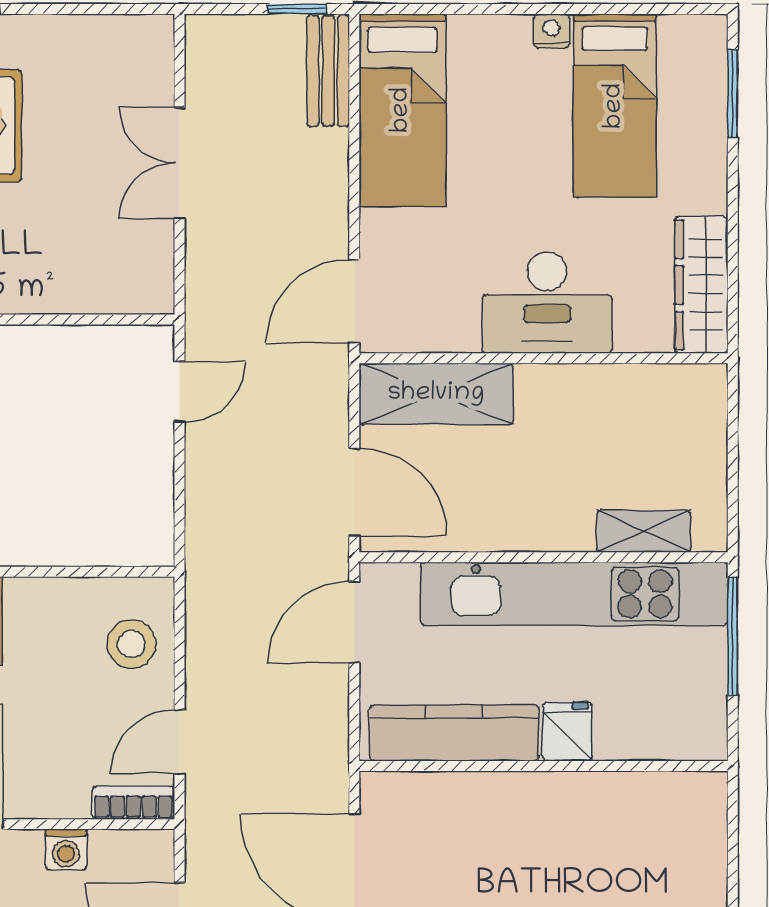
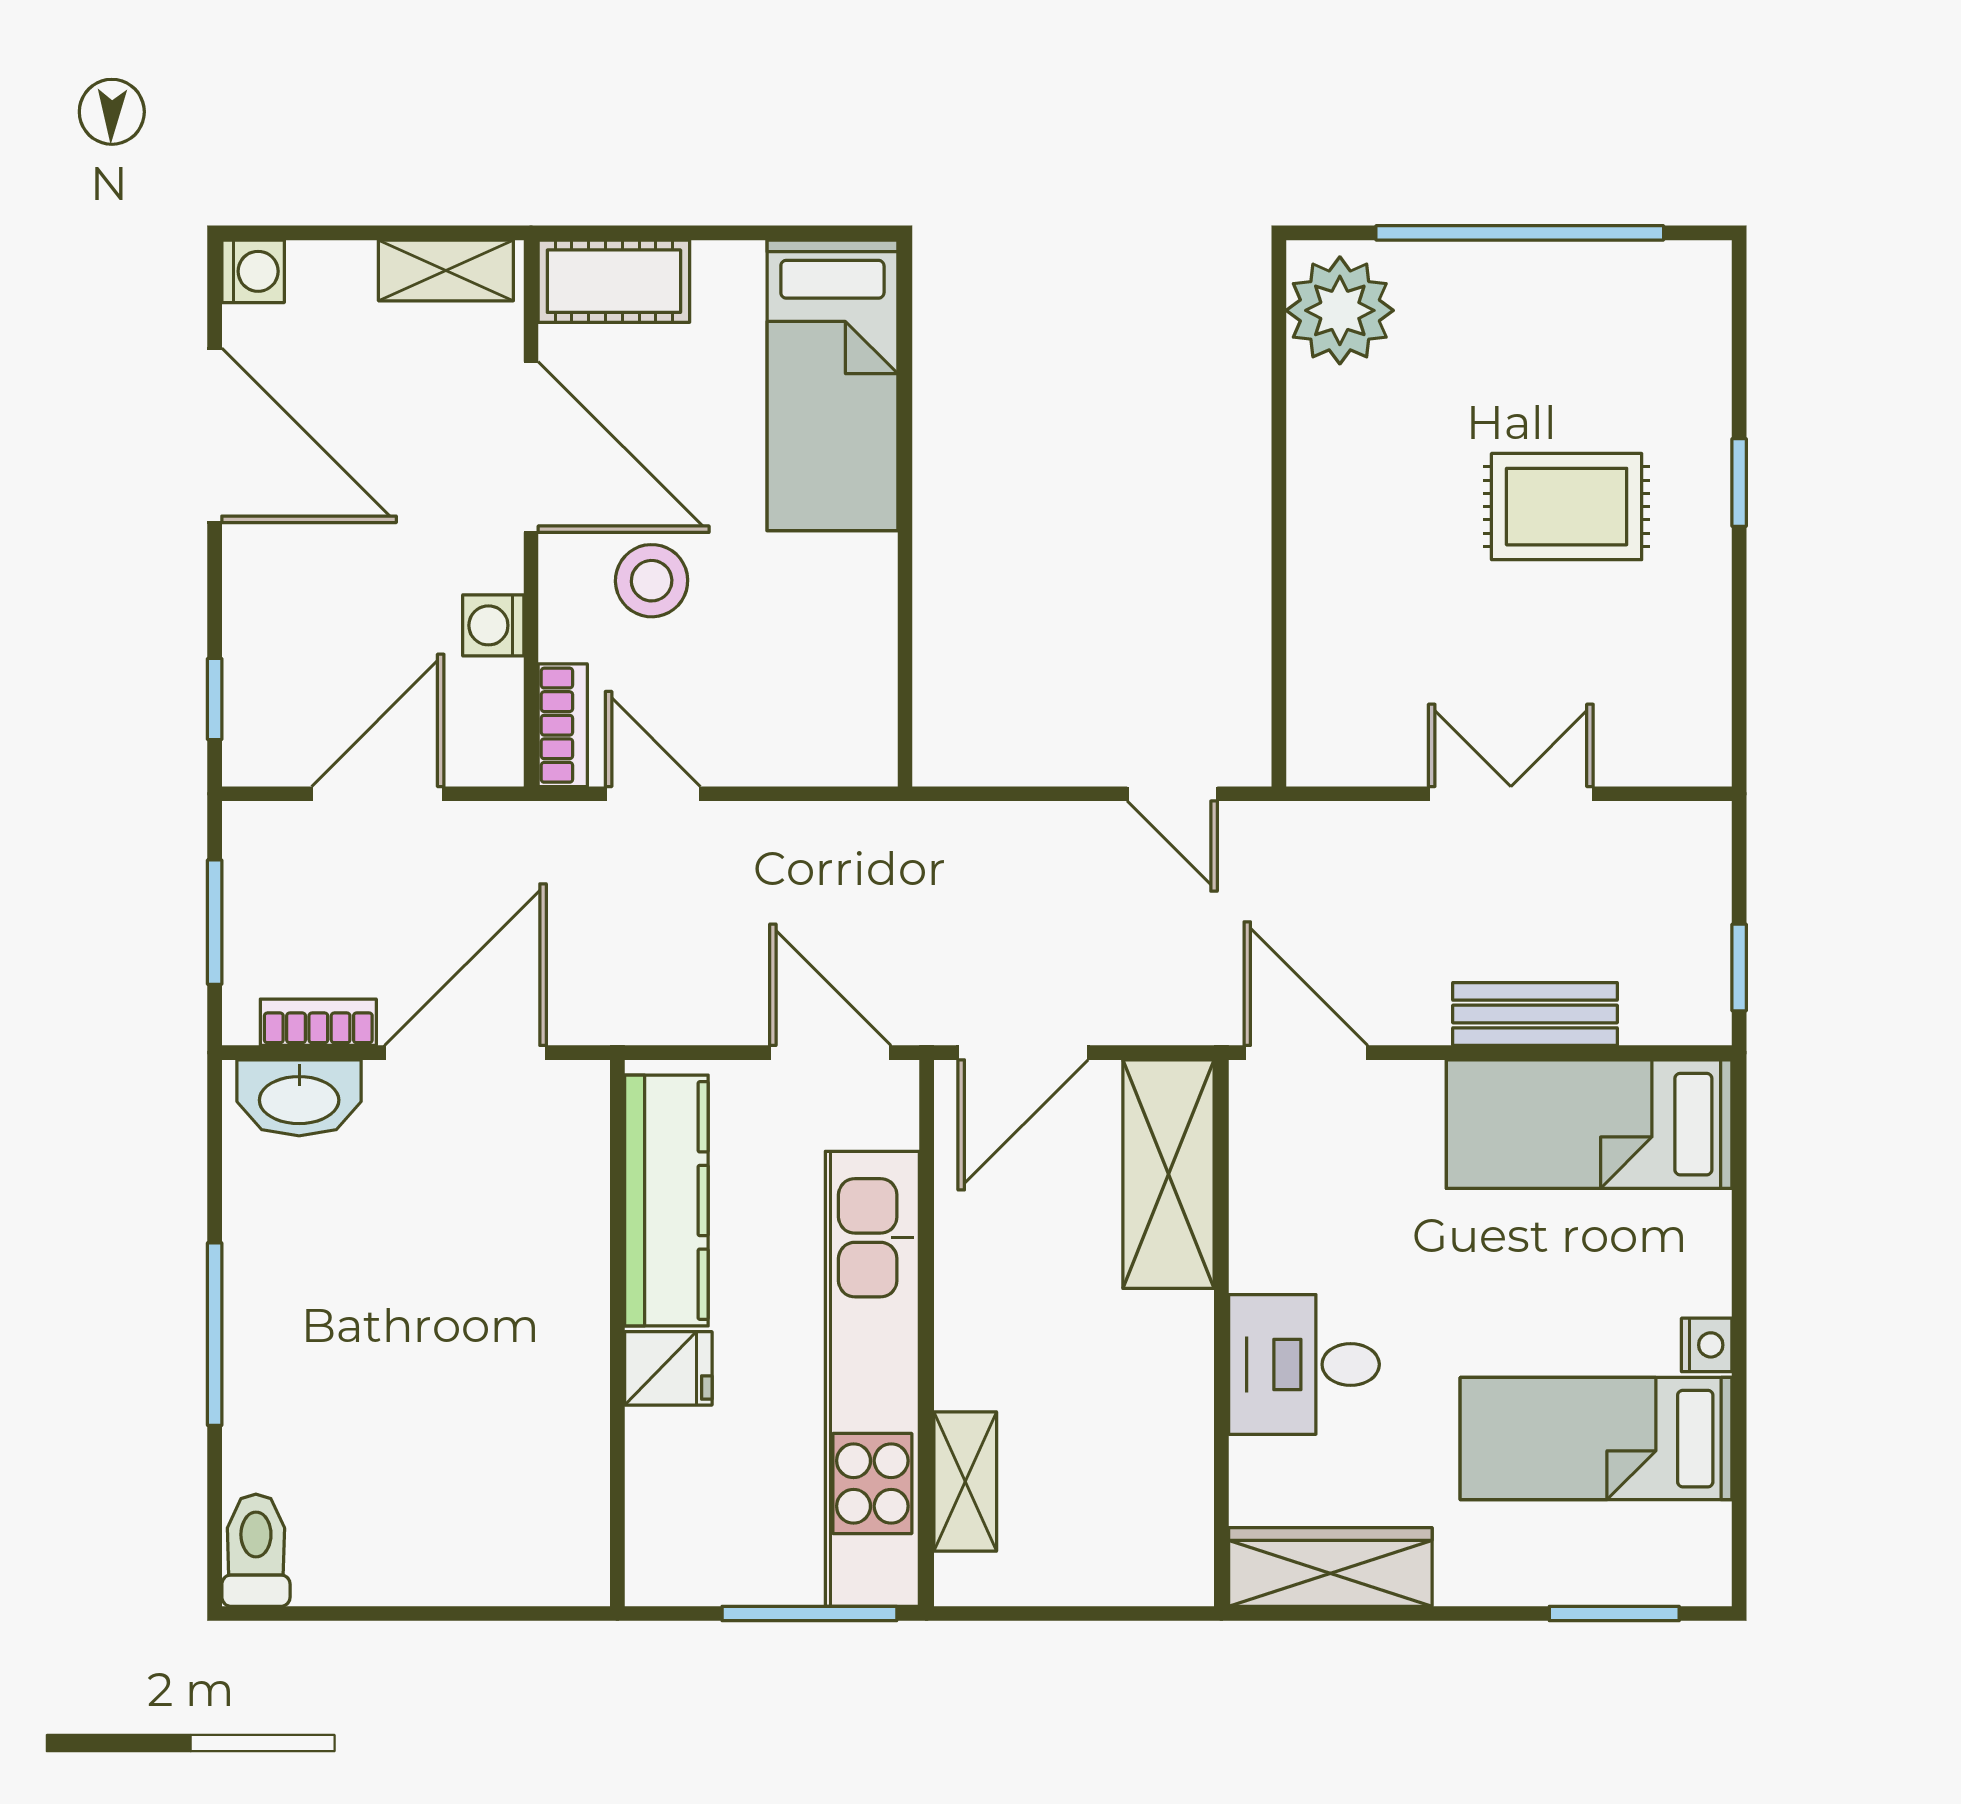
bench: (328, 71) -> (1535, 1014), moved
desk: (547, 303) -> (1304, 1364), width x0.73
stool: (131, 644) -> (652, 581), moved

